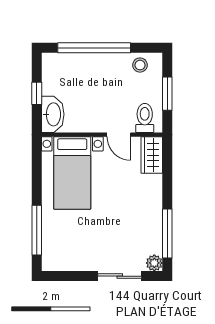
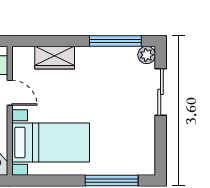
door: (119, 135) -> (10, 93), hinge flipped
wardrobe: (152, 155) -> (55, 58), moved

